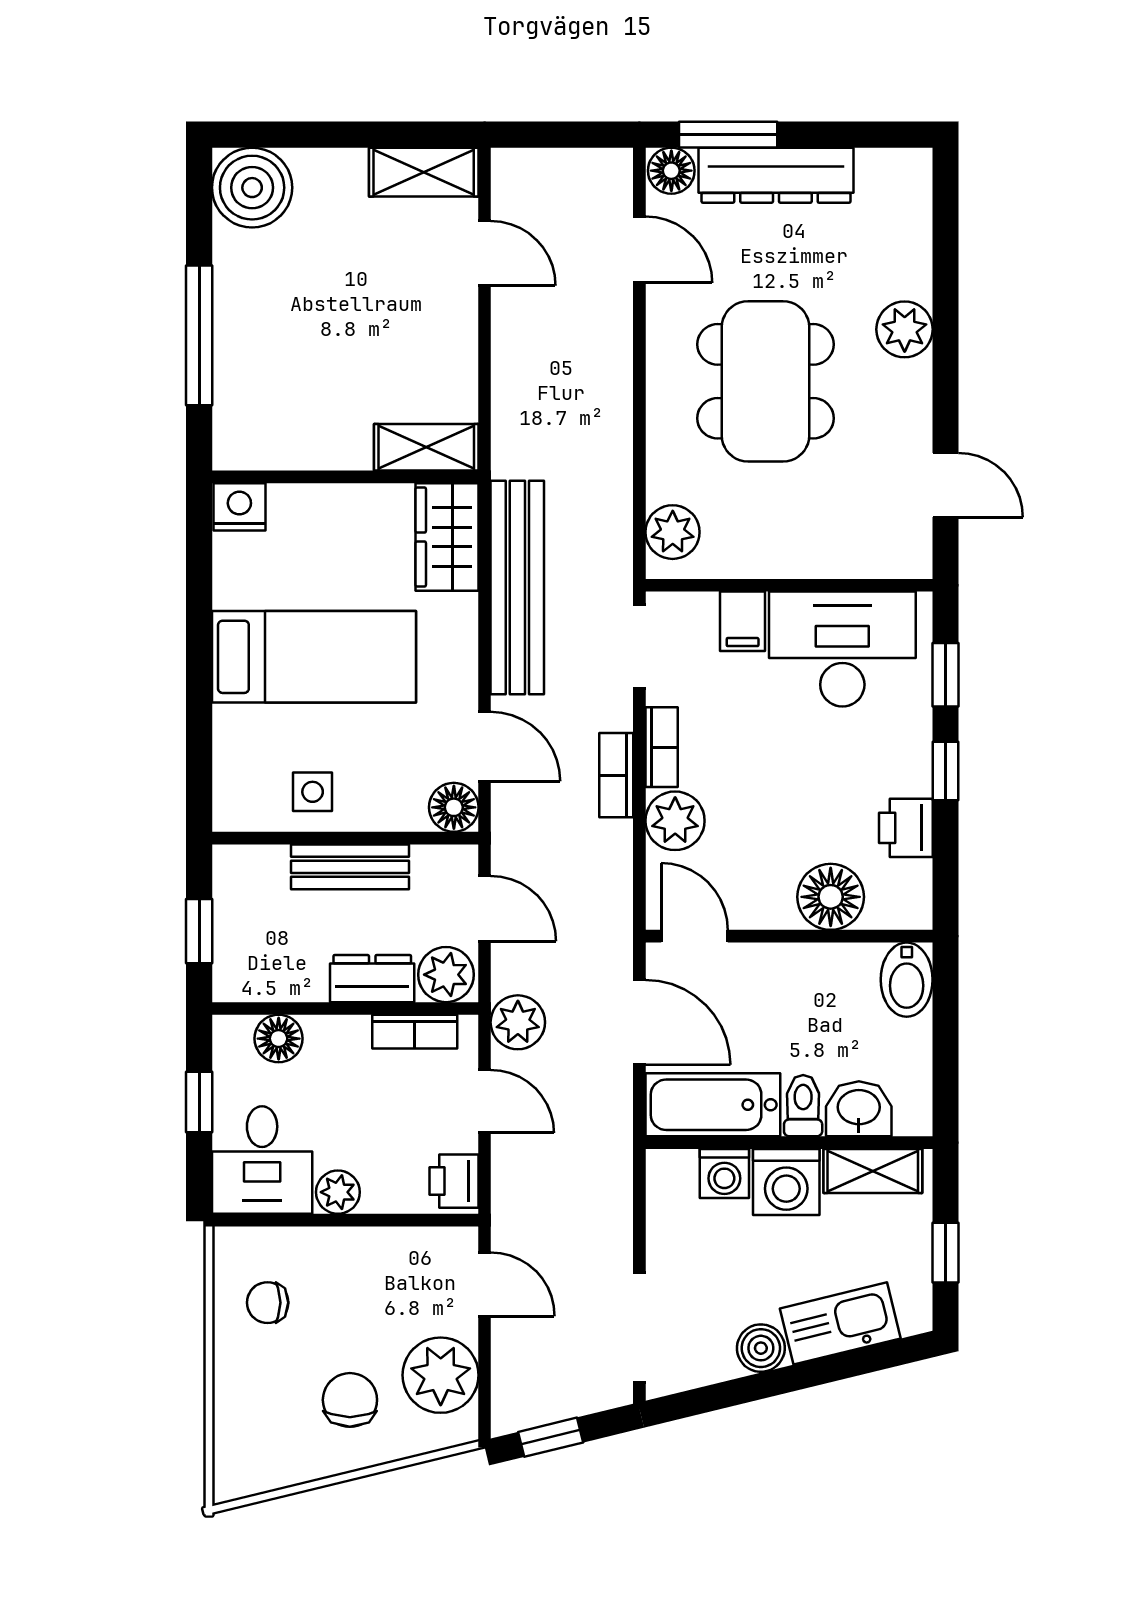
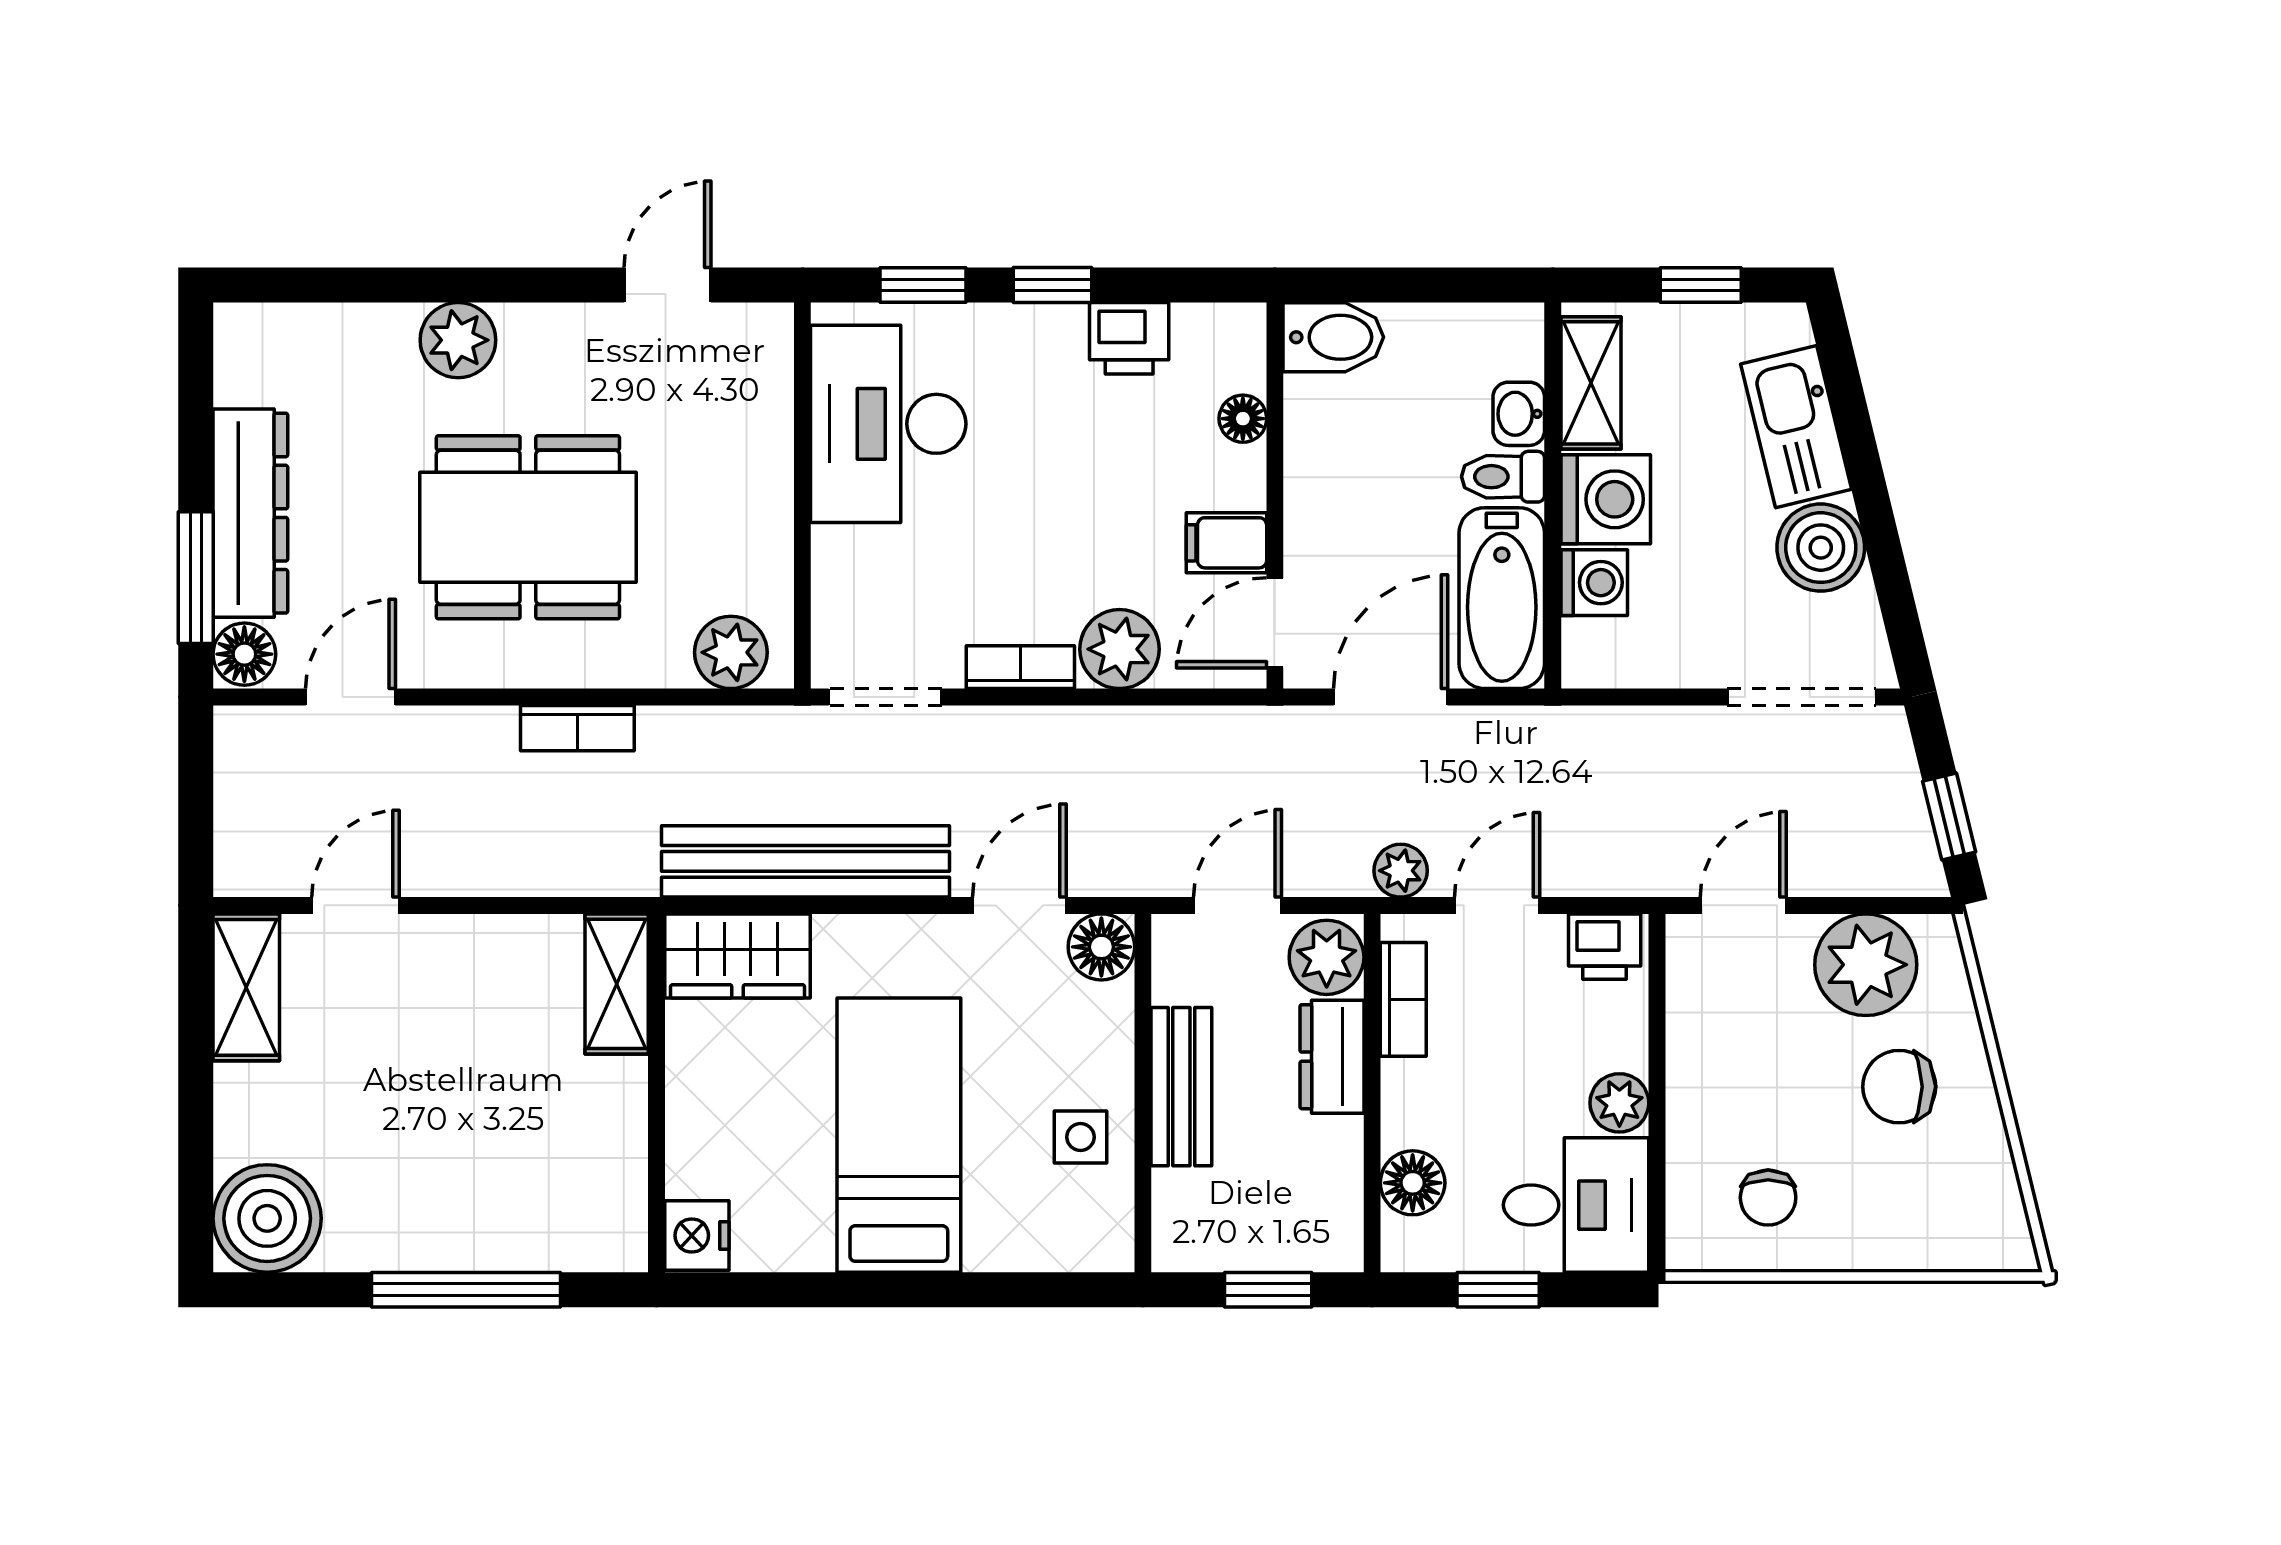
filing cabinet: (743, 621) -> (1226, 543), moved, turned 180
bookcase: (616, 775) -> (577, 728), moved
floor lamp: (831, 897) -> (1243, 419), width x0.53, depth x0.53
plant: (518, 1022) -> (1401, 871), width x0.73, depth x0.73
washbasin: (859, 1109) -> (1519, 414), width x0.72, depth x0.69
boiler: (761, 1348) -> (1821, 548), width x1.36, depth x1.36

